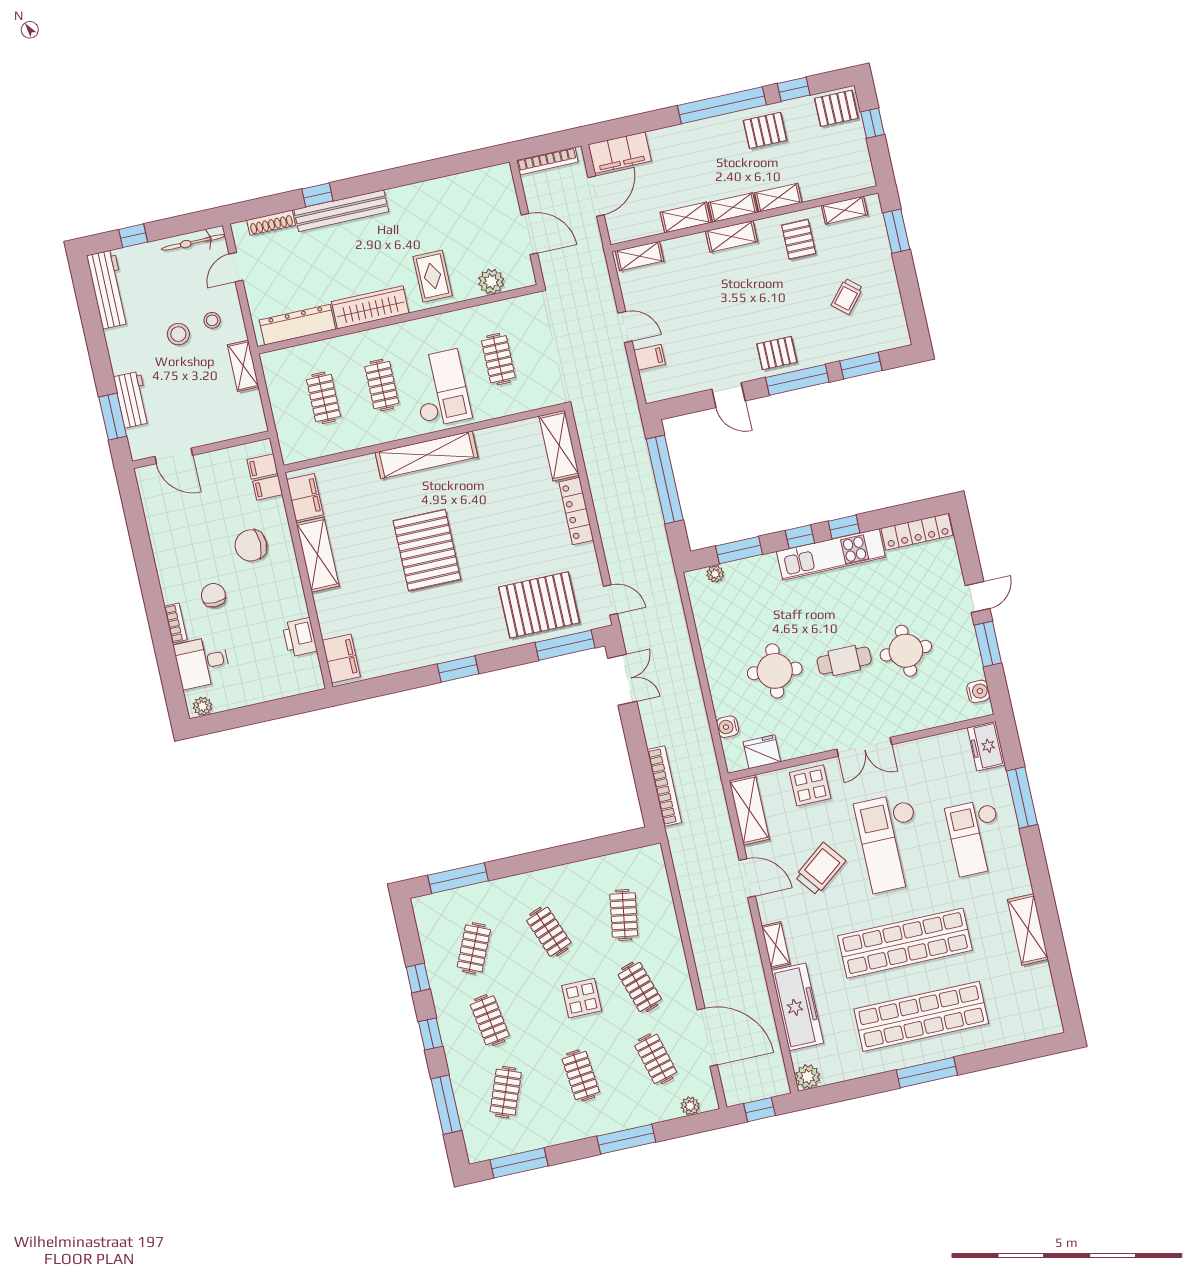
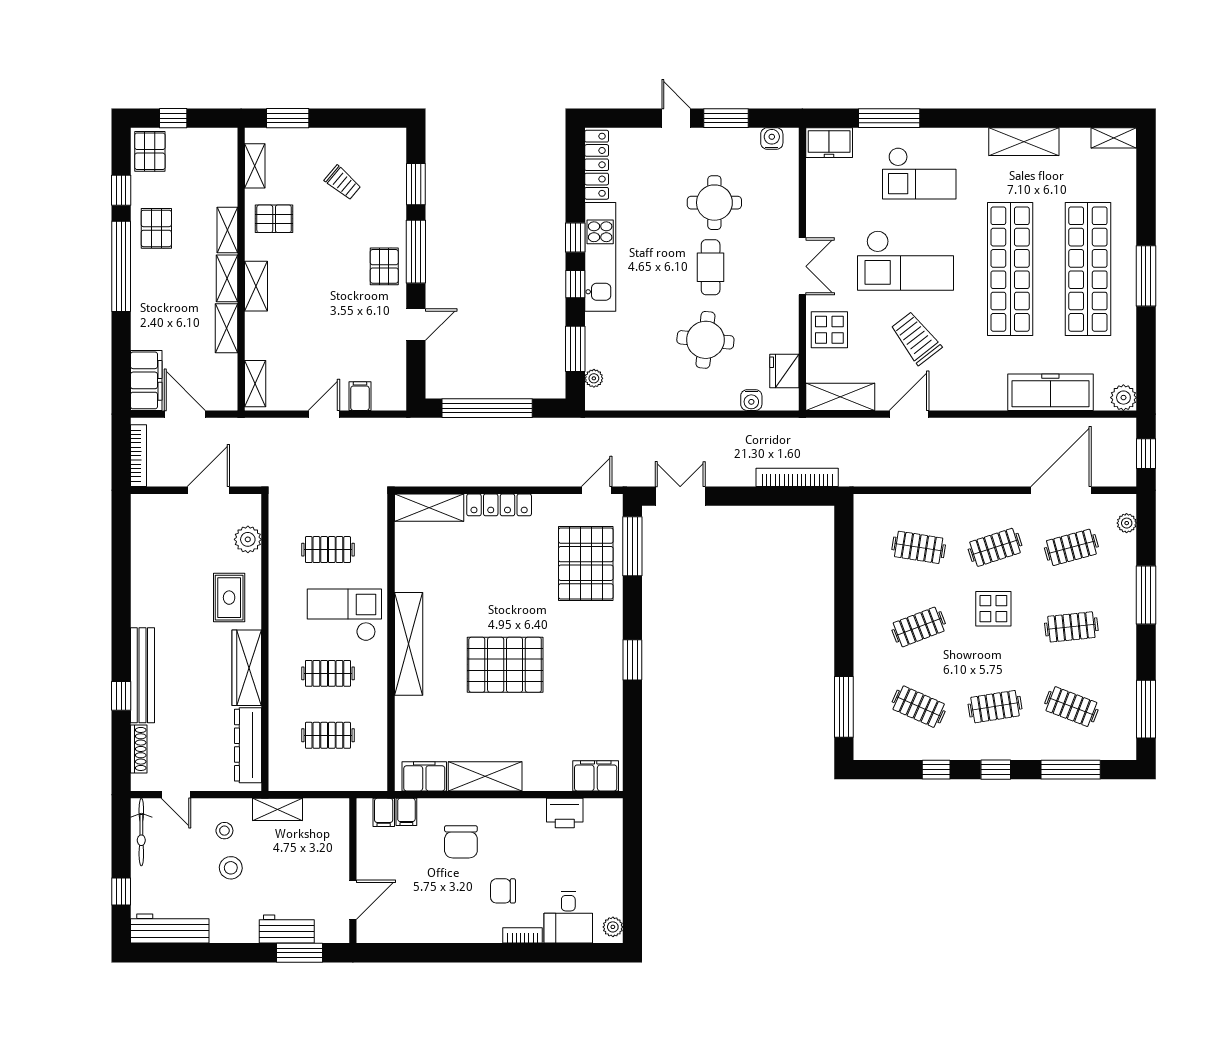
rug: (433, 276) -> (229, 598), turned 90
shelving: (776, 945) -> (1114, 138), moved

